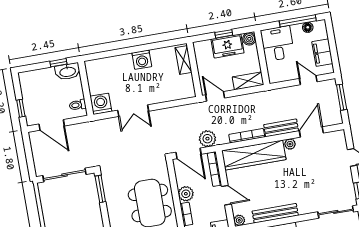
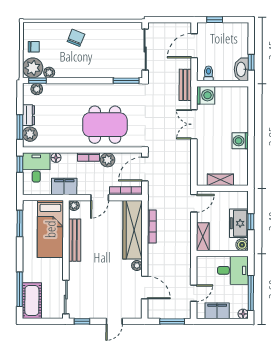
floor lamp: (308, 27) -> (243, 314), moved
shelving: (183, 60) -> (220, 180), moved
bench: (281, 128) -> (185, 85), moved
plant: (207, 139) -> (156, 189), removed

